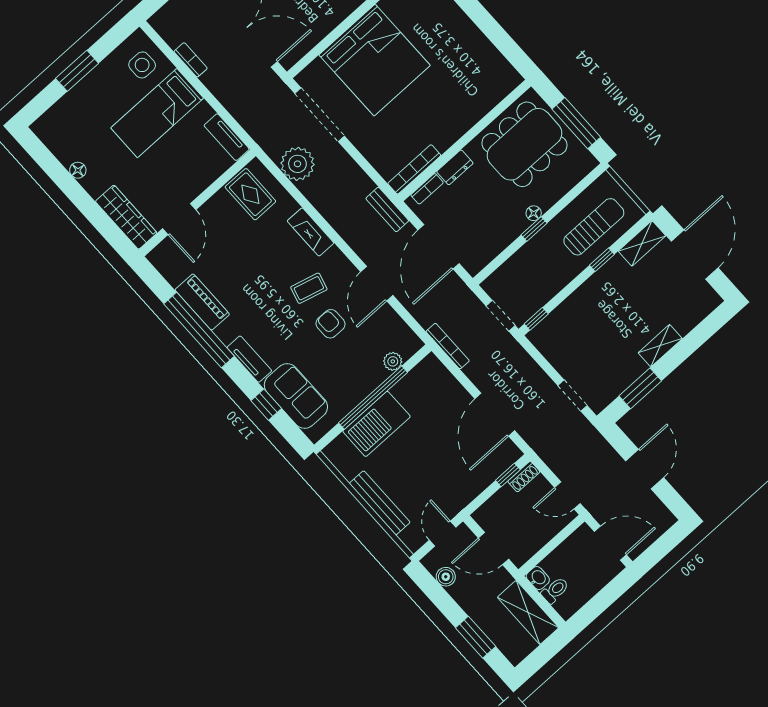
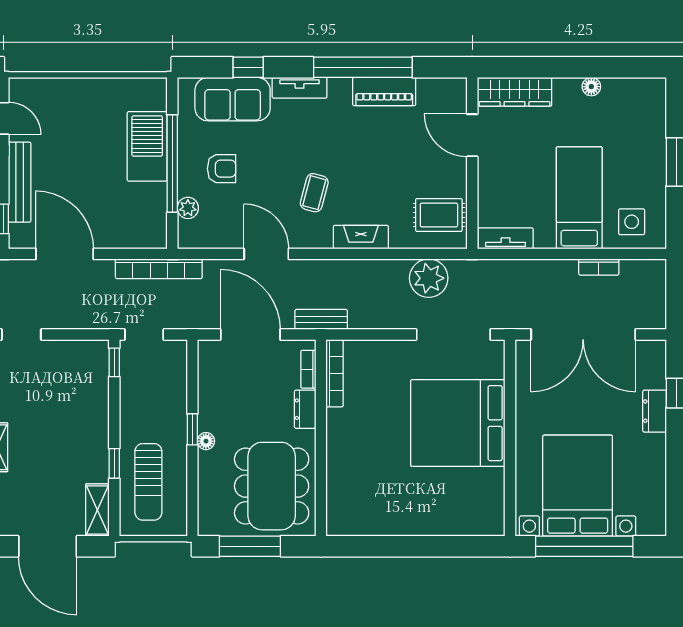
armchair: (330, 324) -> (222, 169), moved
bookcase: (448, 346) -> (159, 269), width x1.48, depth x1.31
bench: (380, 503) -> (20, 182), moved, turned 90

